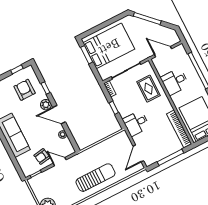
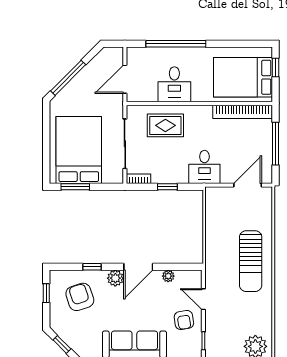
armchair: (25, 90) -> (80, 297), turned 72
door: (138, 153) -> (248, 185), swing flipped
door: (60, 162) -> (203, 299), hinge flipped
sun lounger: (95, 178) -> (251, 261), turned 180

